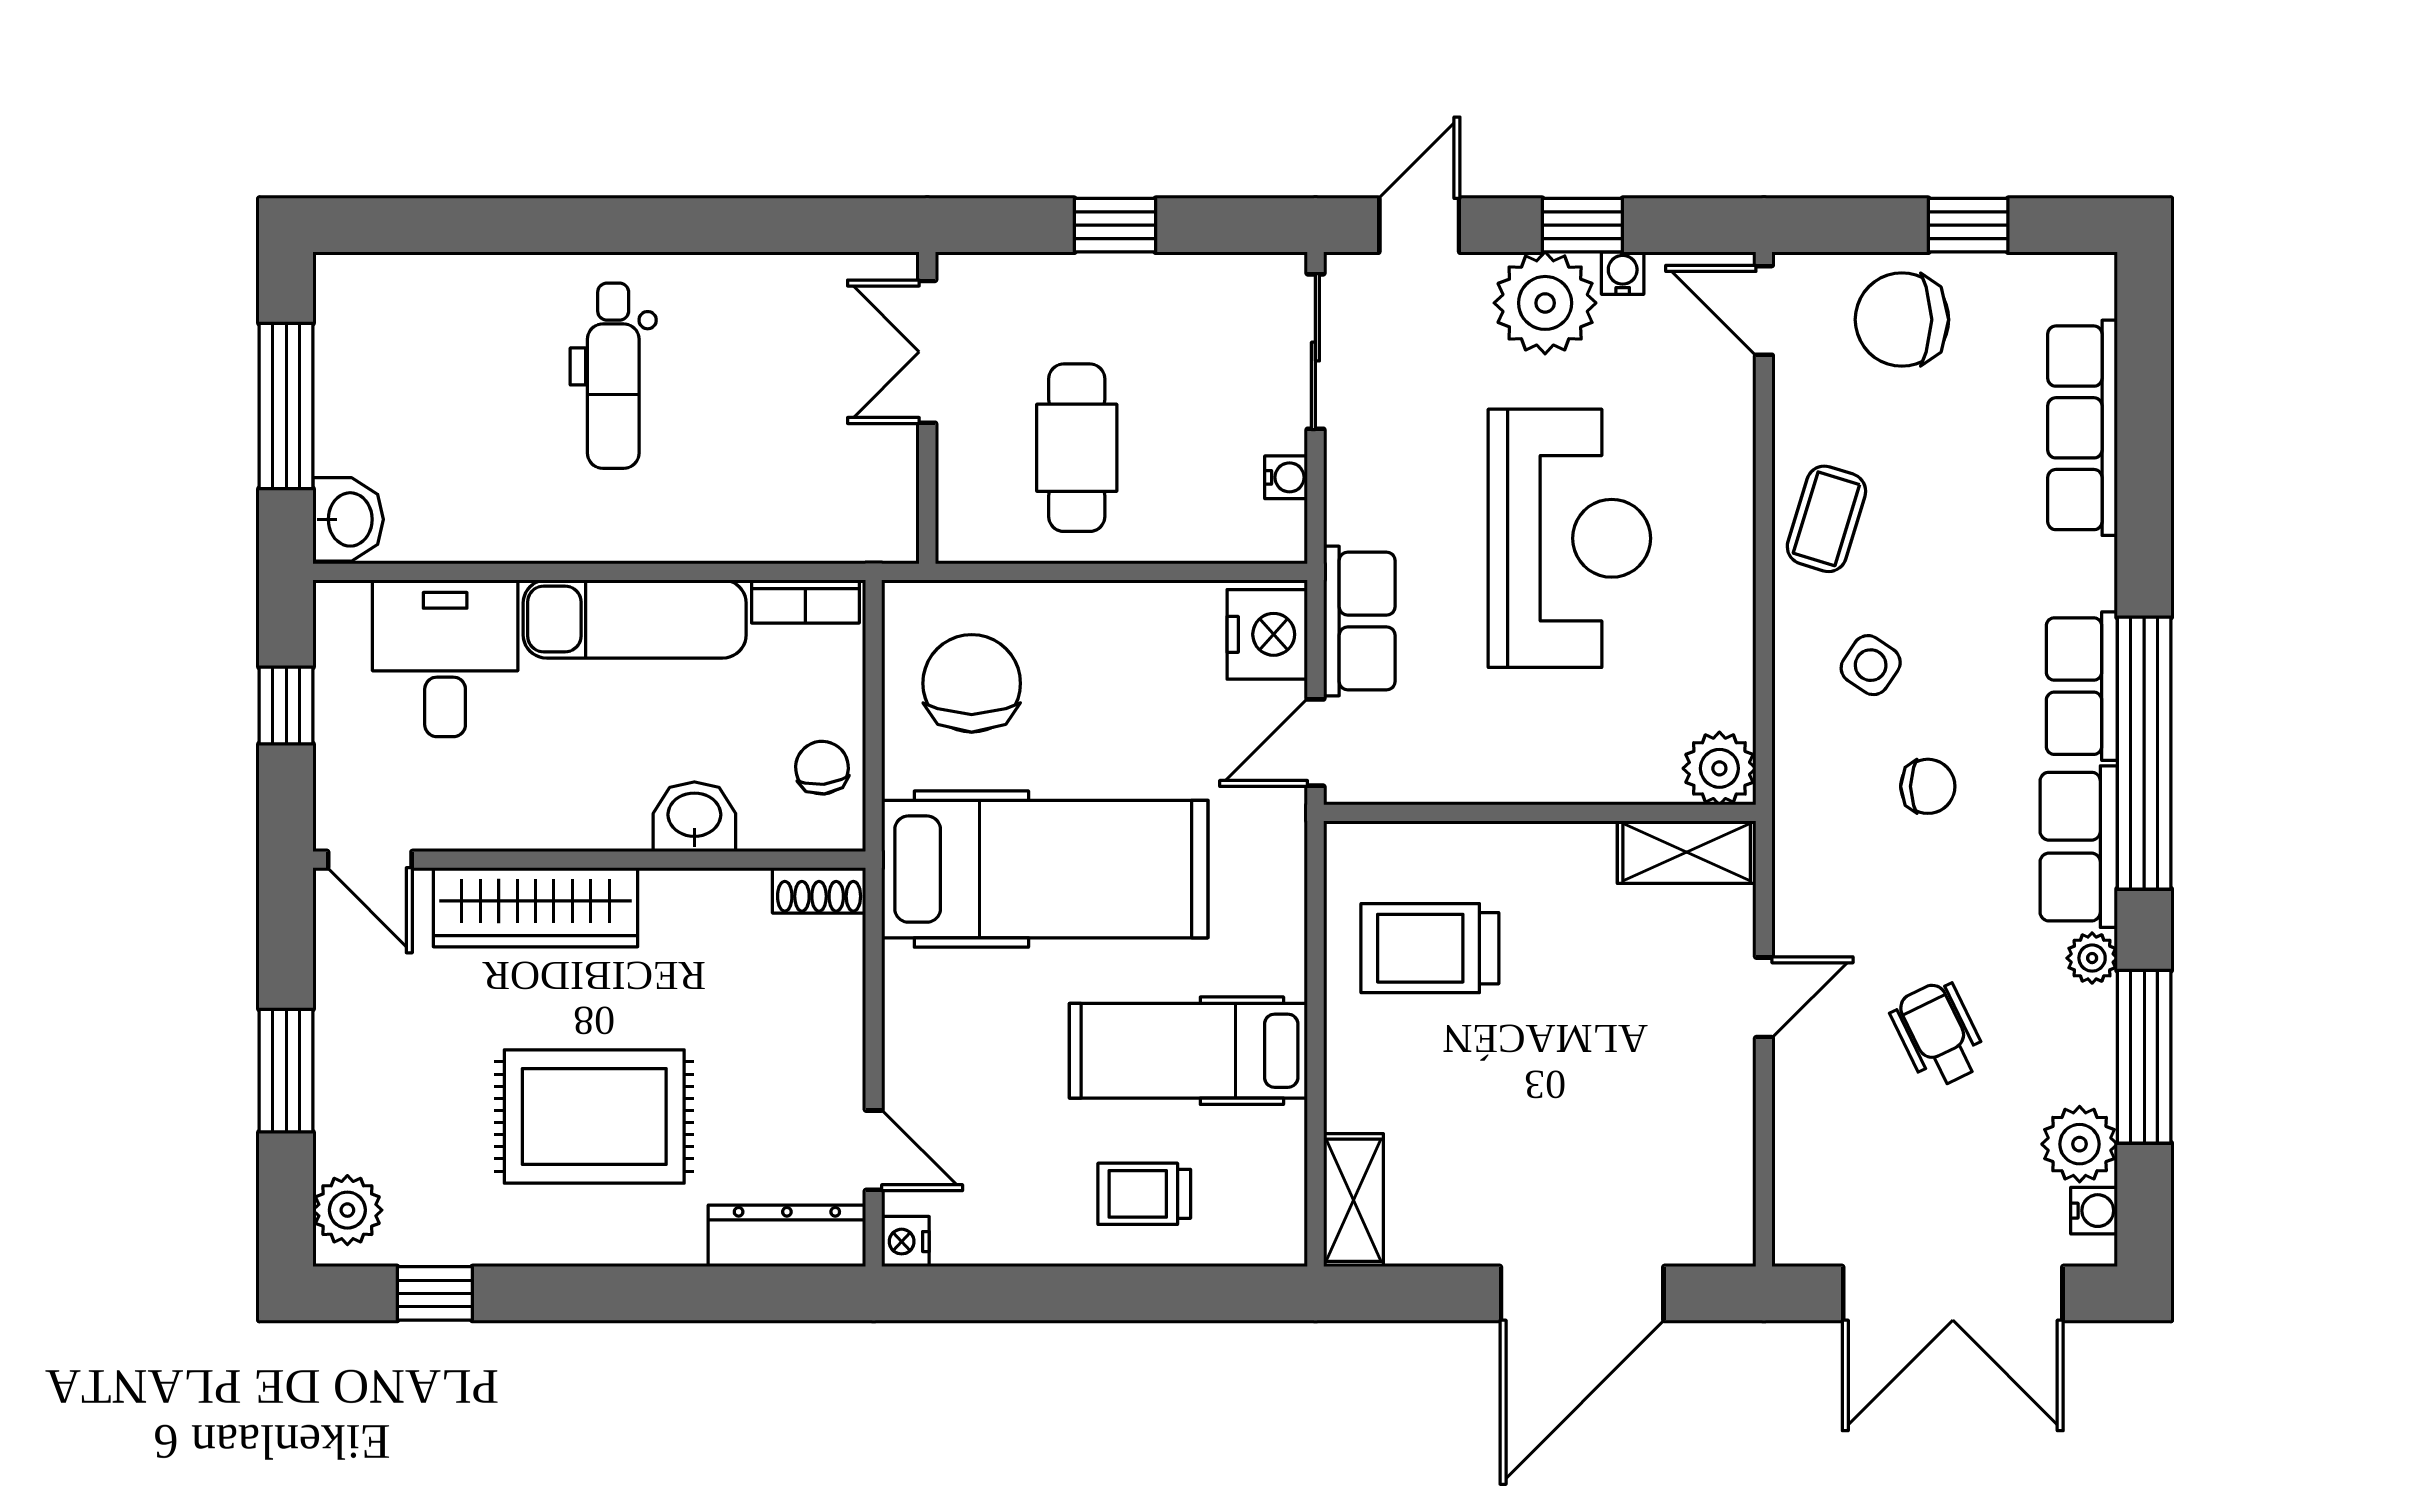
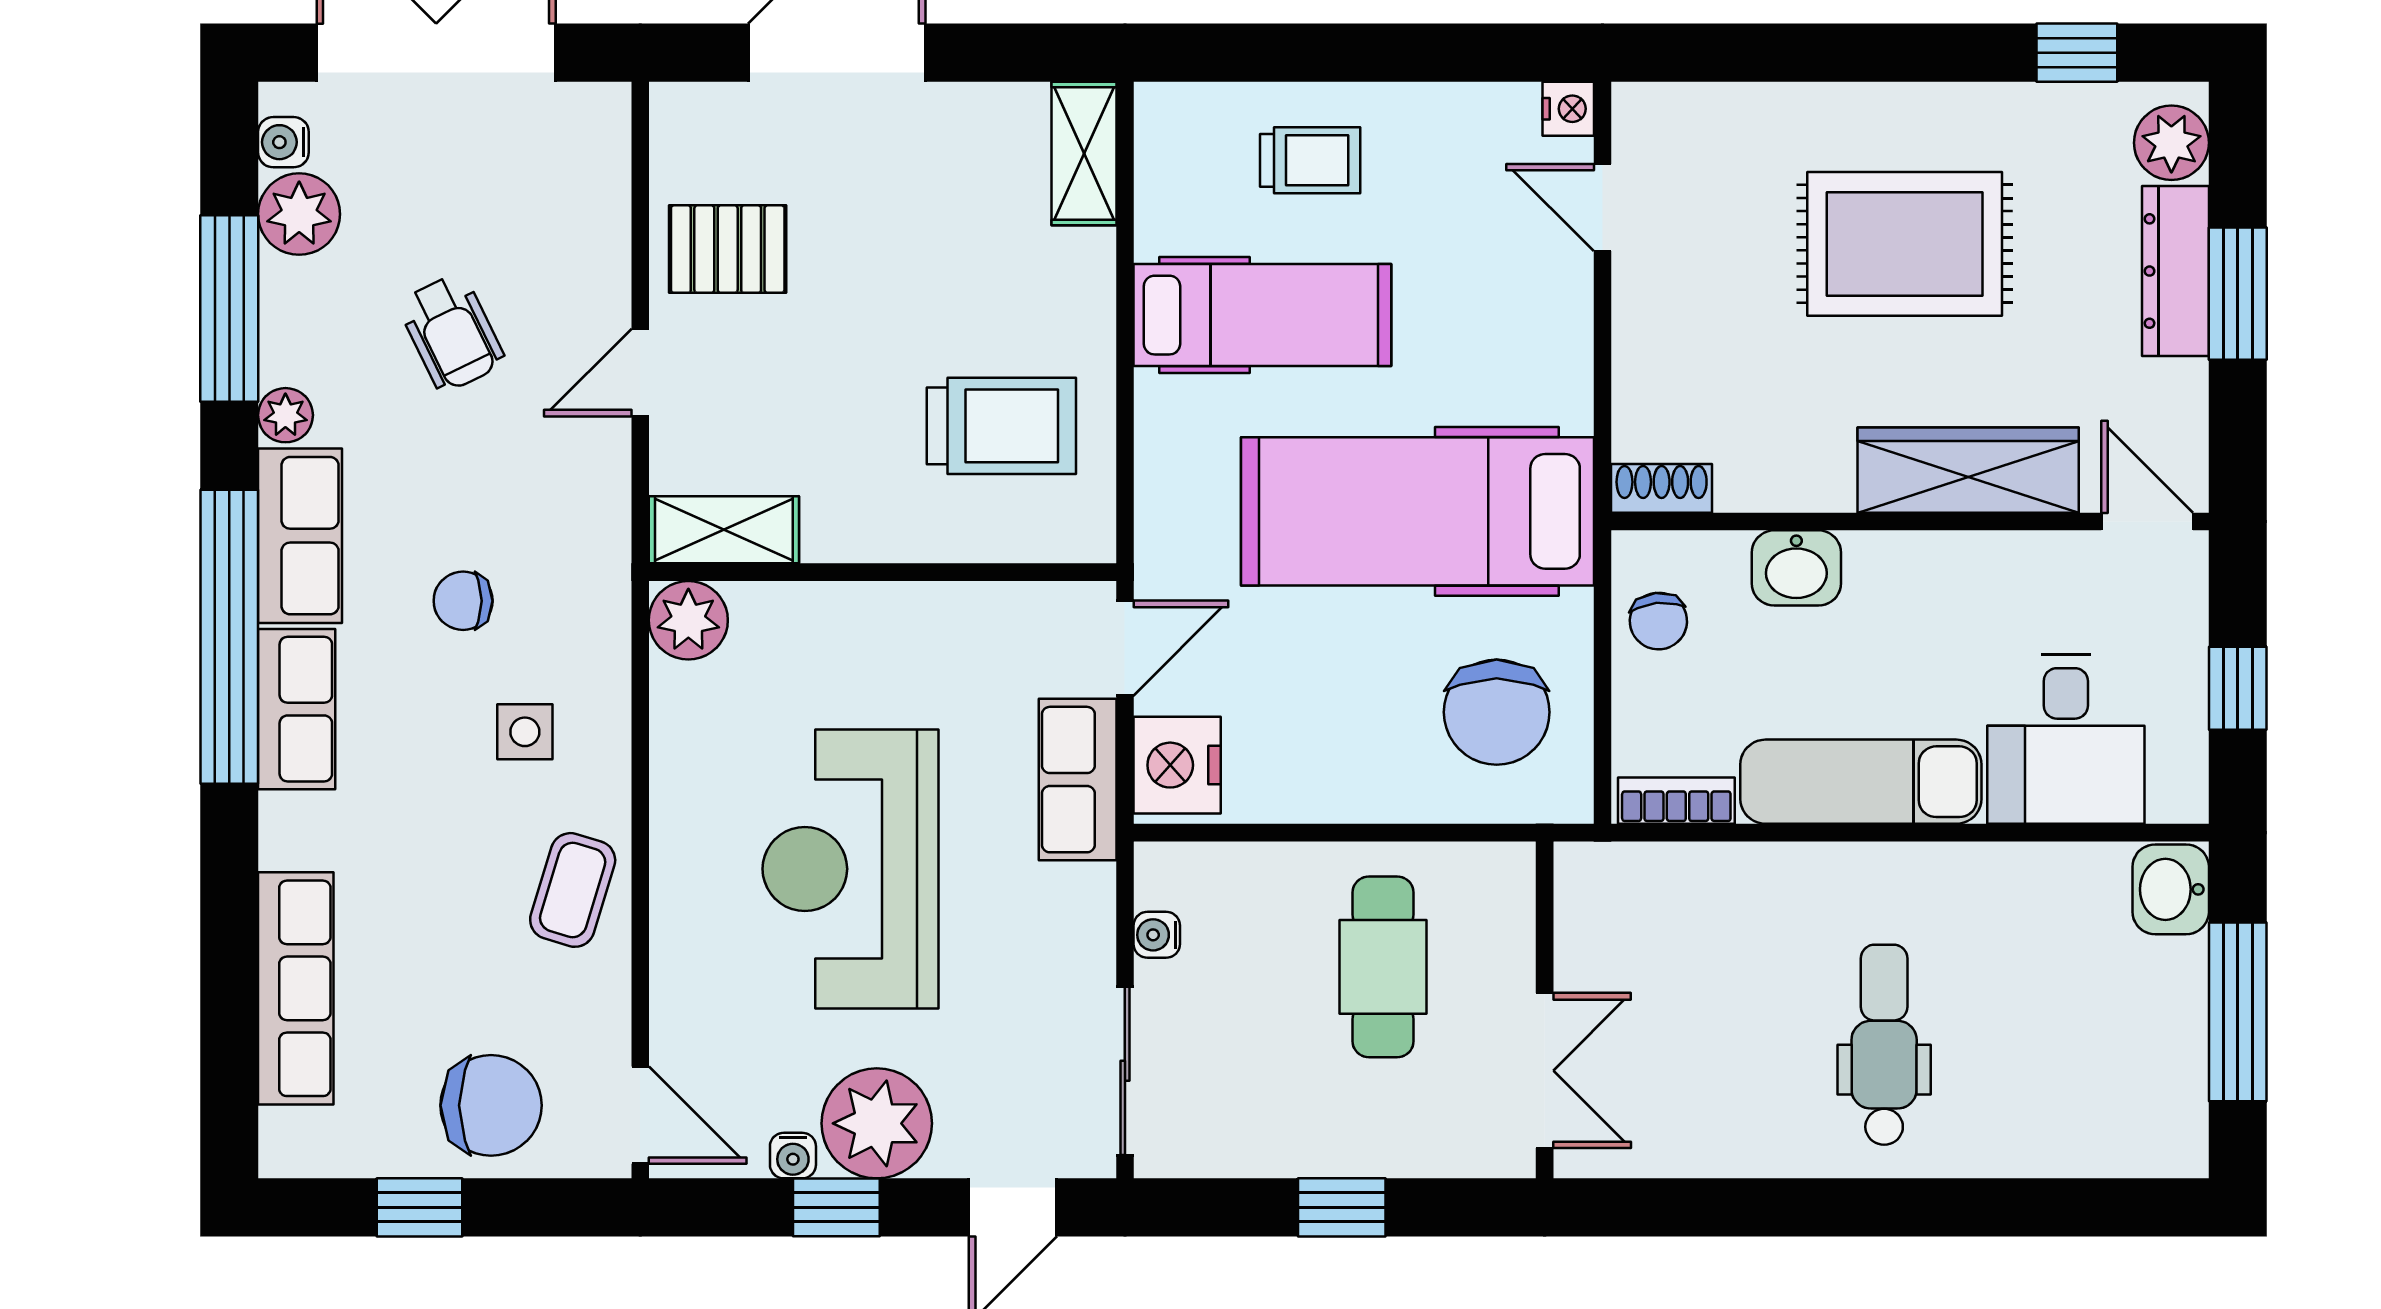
side table: (1871, 665) -> (525, 732), turned -34
pallet: (1683, 1112) -> (728, 249), added
dresser: (787, 1236) -> (2176, 271), moved, turned 90

